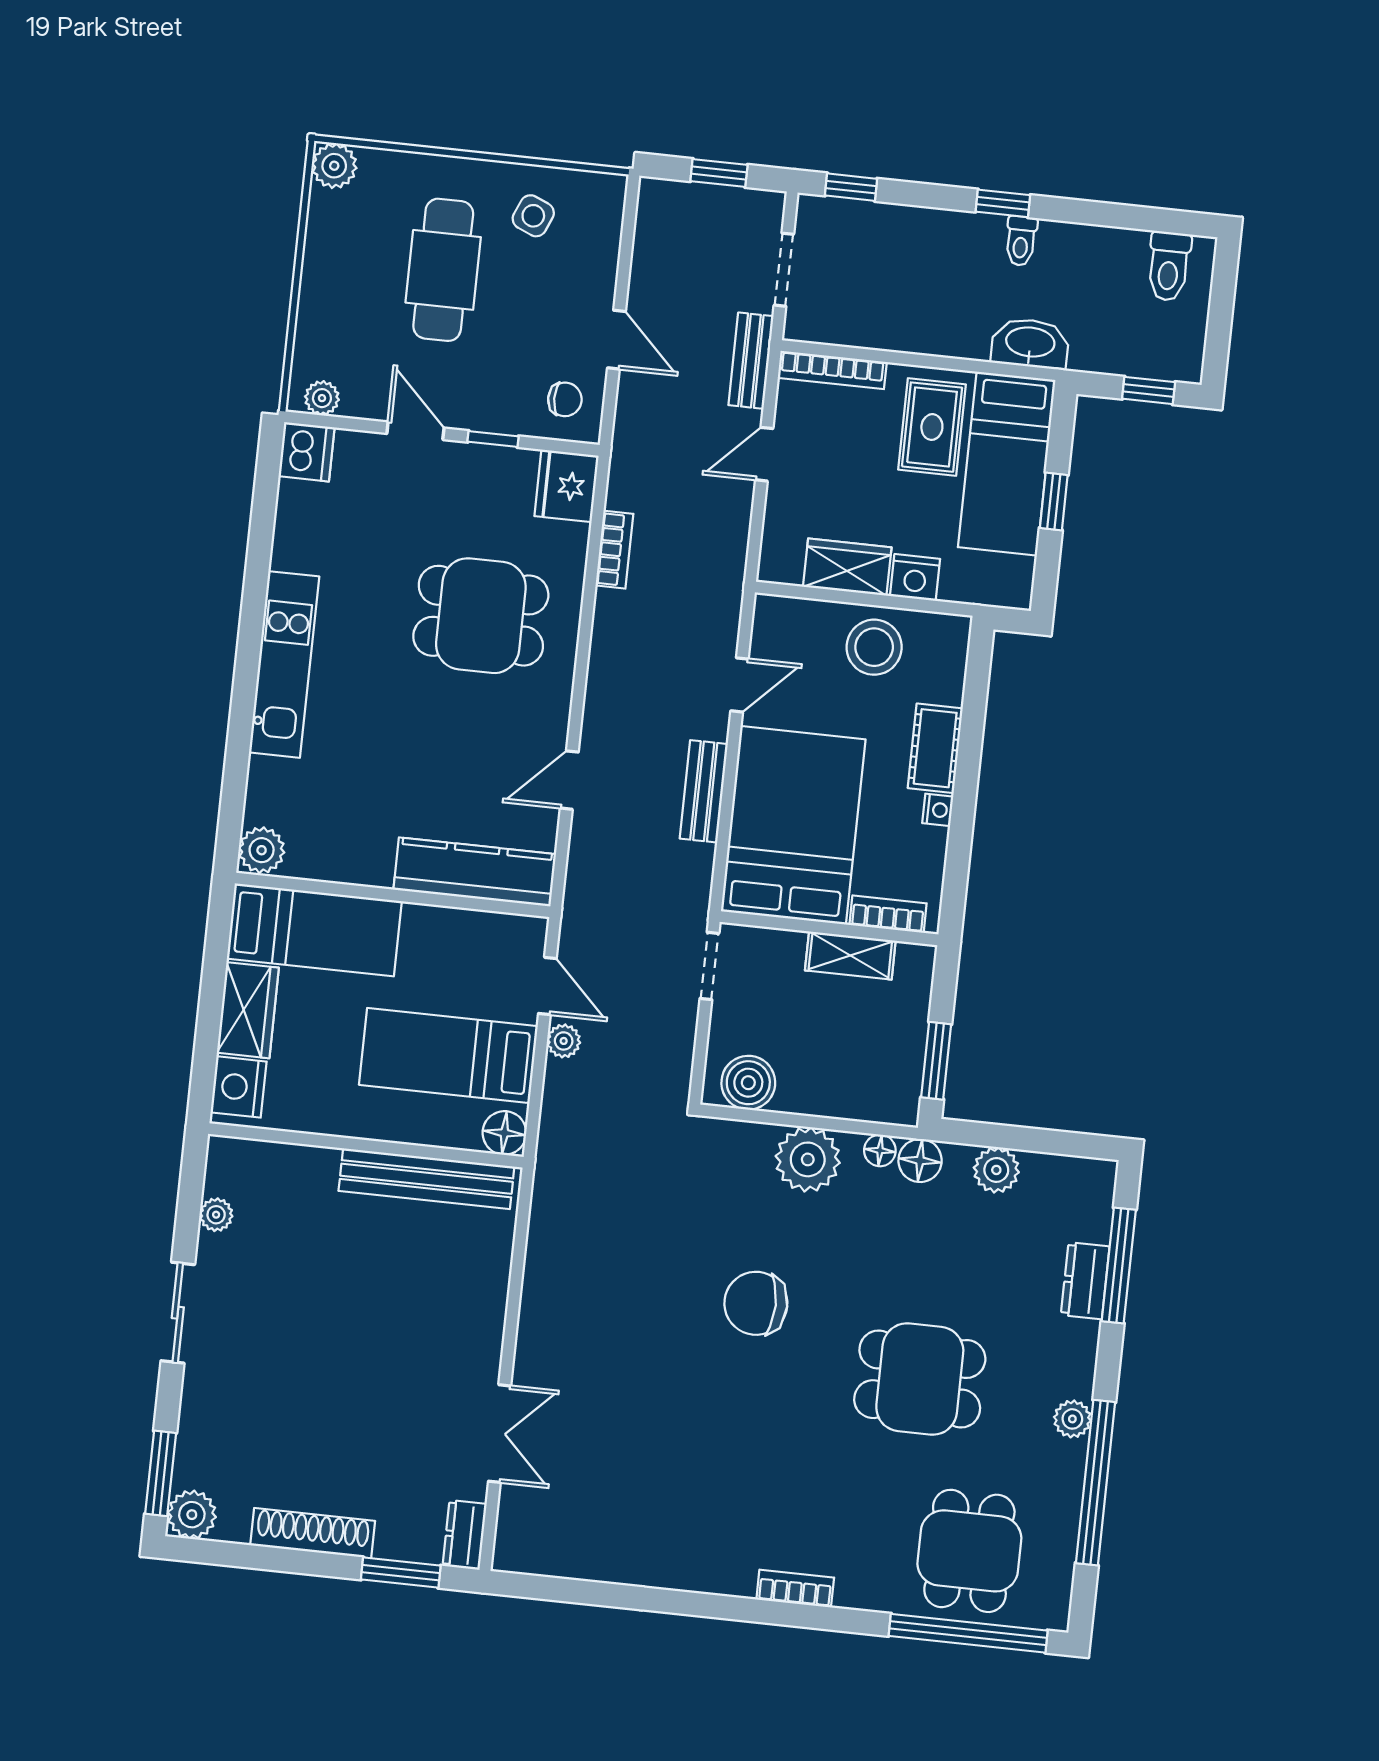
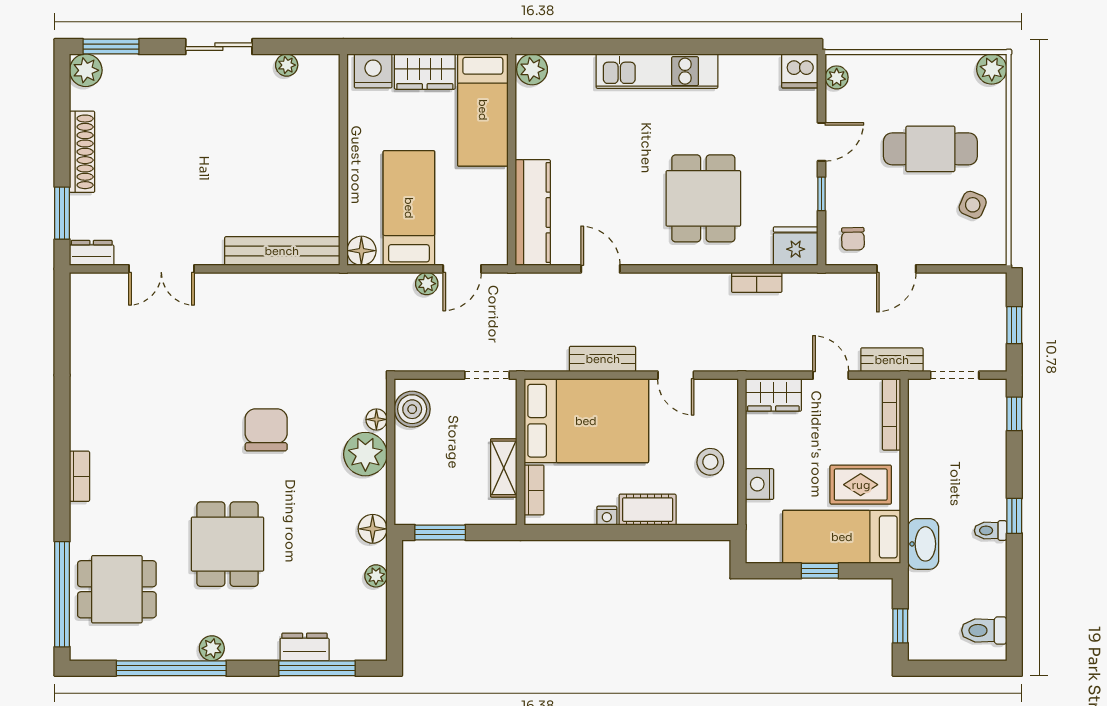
wardrobe: (847, 567) -> (773, 395), moved, turned 90
stool: (874, 647) -> (710, 462), width x0.73, depth x0.73
floor lamp: (880, 1150) -> (376, 419), moved
plant: (996, 1170) -> (376, 576), width x0.73, depth x0.73
bench: (426, 1179) -> (282, 251), moved, turned 90

